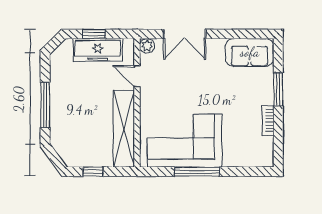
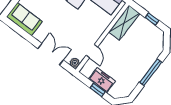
freezer: (98, 50) -> (102, 80), width x0.71
shelving: (124, 129) -> (124, 23), width x0.68

